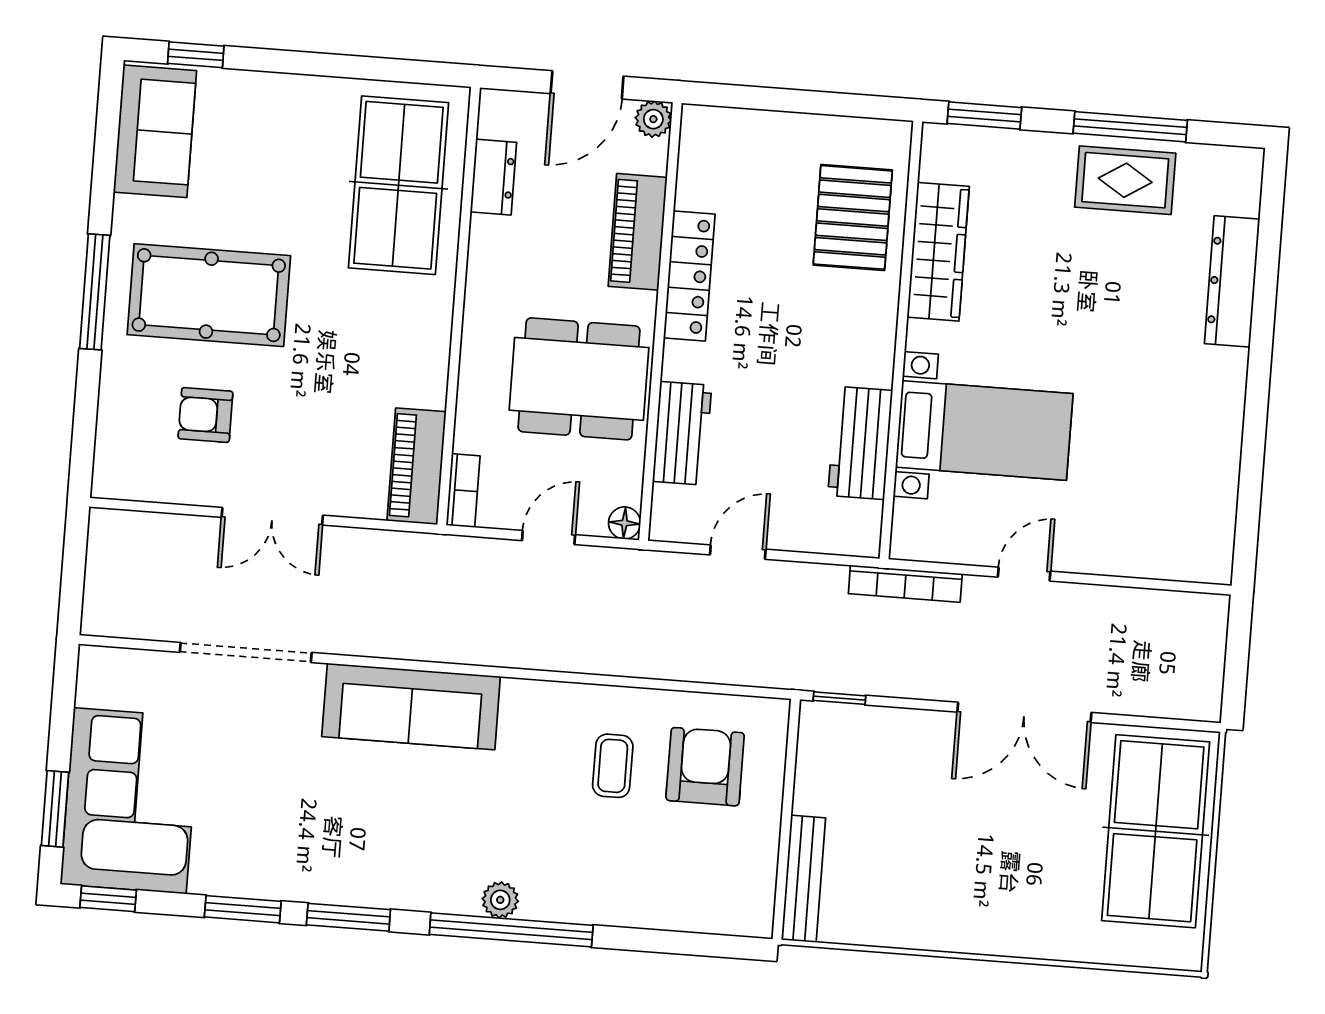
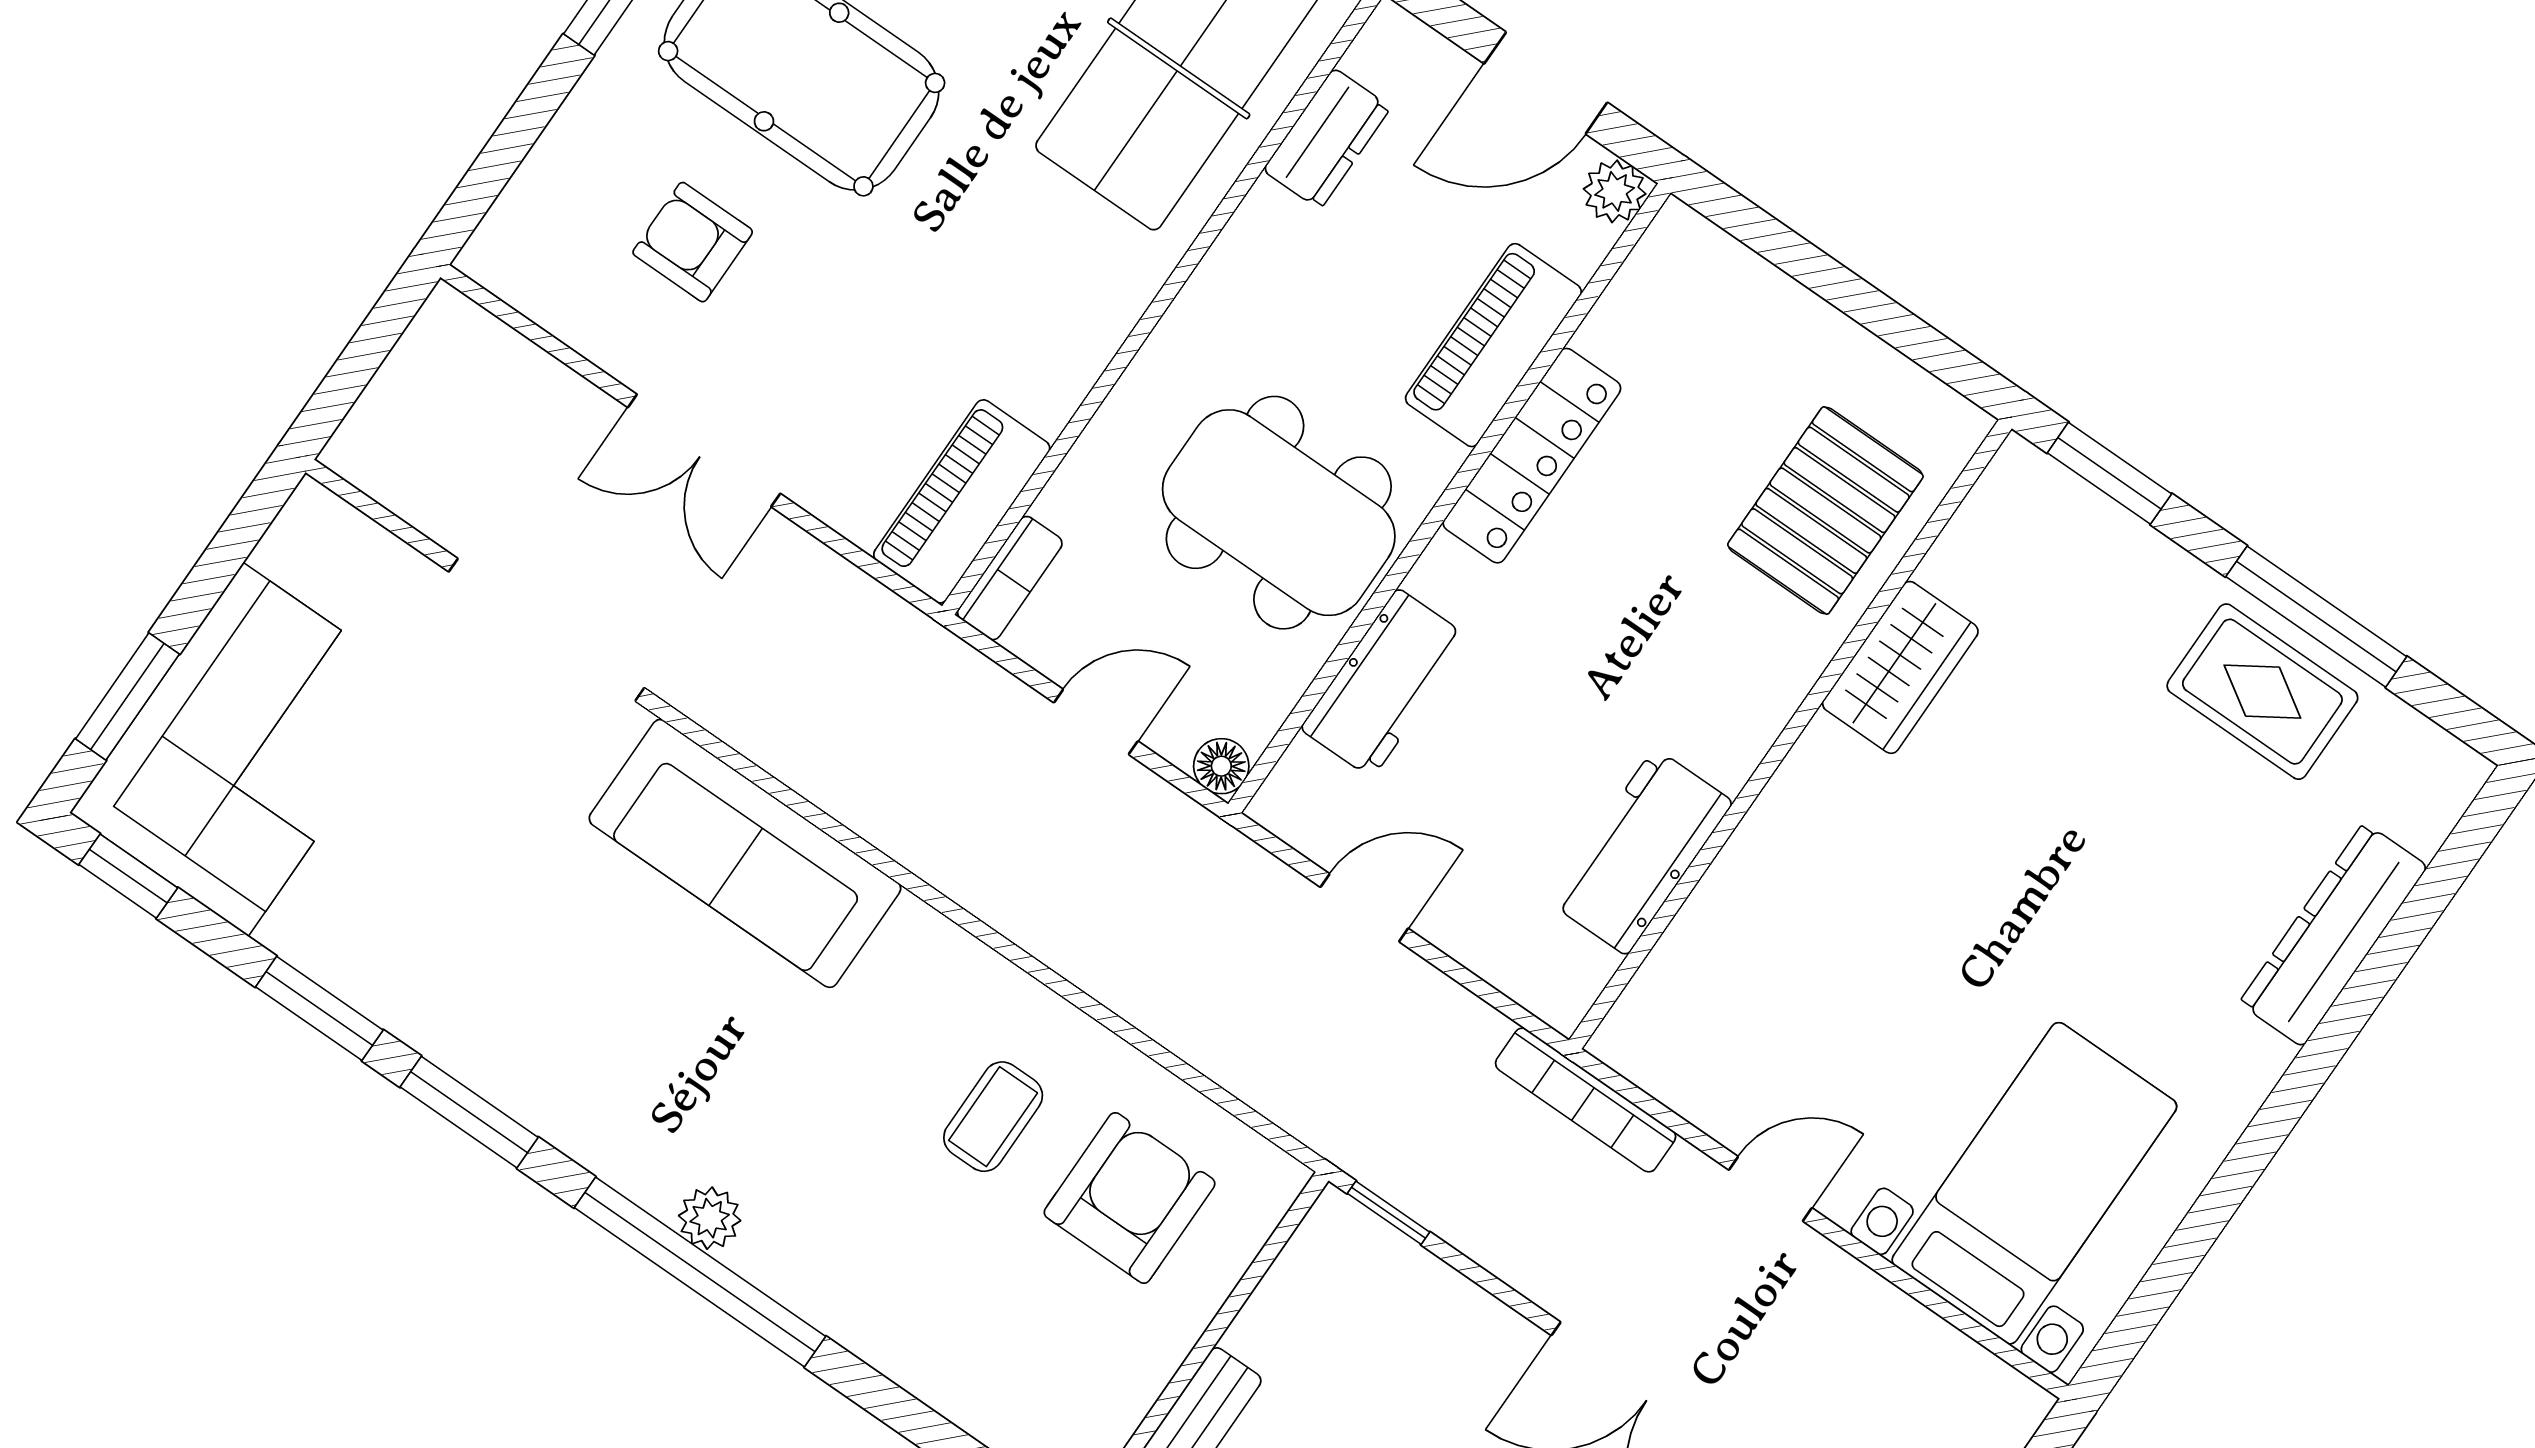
wardrobe: (938, 252) -> (1900, 667), width x0.67
bed with nightstands: (984, 430) -> (2034, 1183), moved, turned -90

